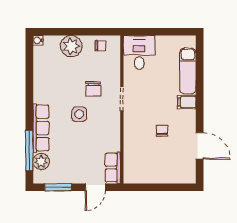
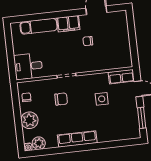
filing cabinet: (187, 102) -> (68, 24), width x2.00
side table: (79, 114) -> (102, 99), moved
row of seats: (41, 128) -> (77, 139), moved
window: (29, 151) -> (115, 144), removed
plant: (41, 162) -> (39, 143), moved

